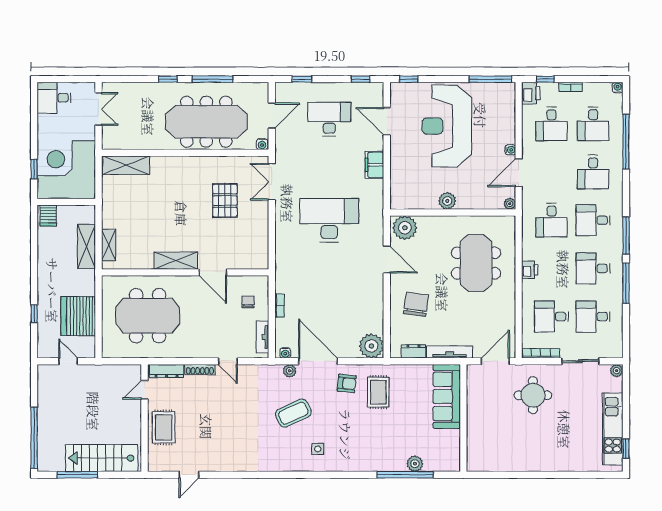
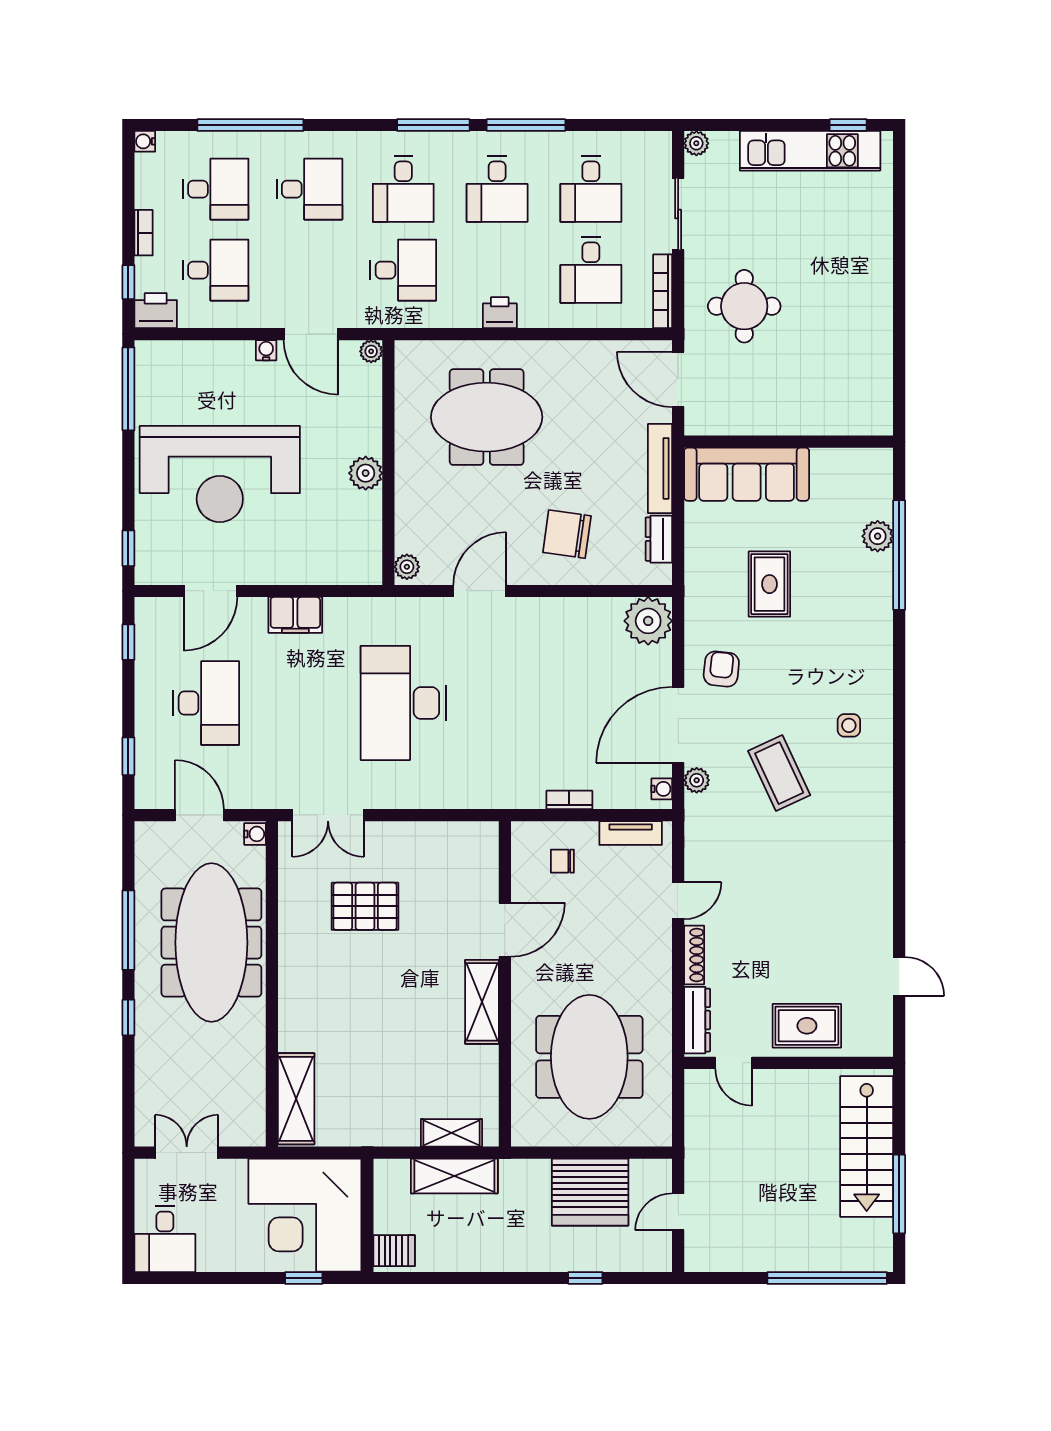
desk: (329, 119) -> (206, 703), turned 180
plant: (405, 228) -> (407, 567), width x0.53, depth x0.53
rug: (378, 392) -> (769, 584), moved, turned 90

